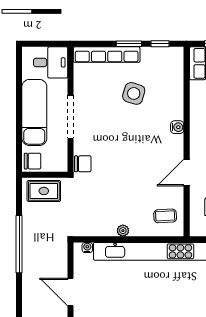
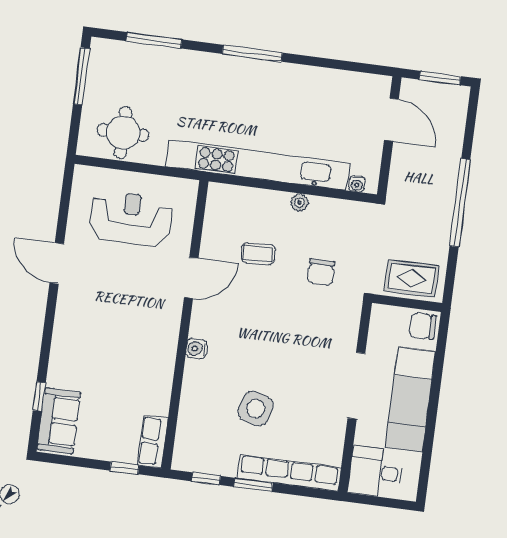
chair: (83, 164) -> (321, 272), moved, turned -90
coffee table: (165, 216) -> (258, 254), moved

